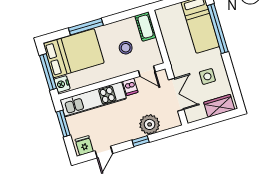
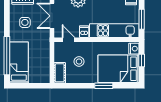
window: (86, 27) -> (104, 86), width x0.69
window: (48, 72) -> (142, 61), width x0.46

